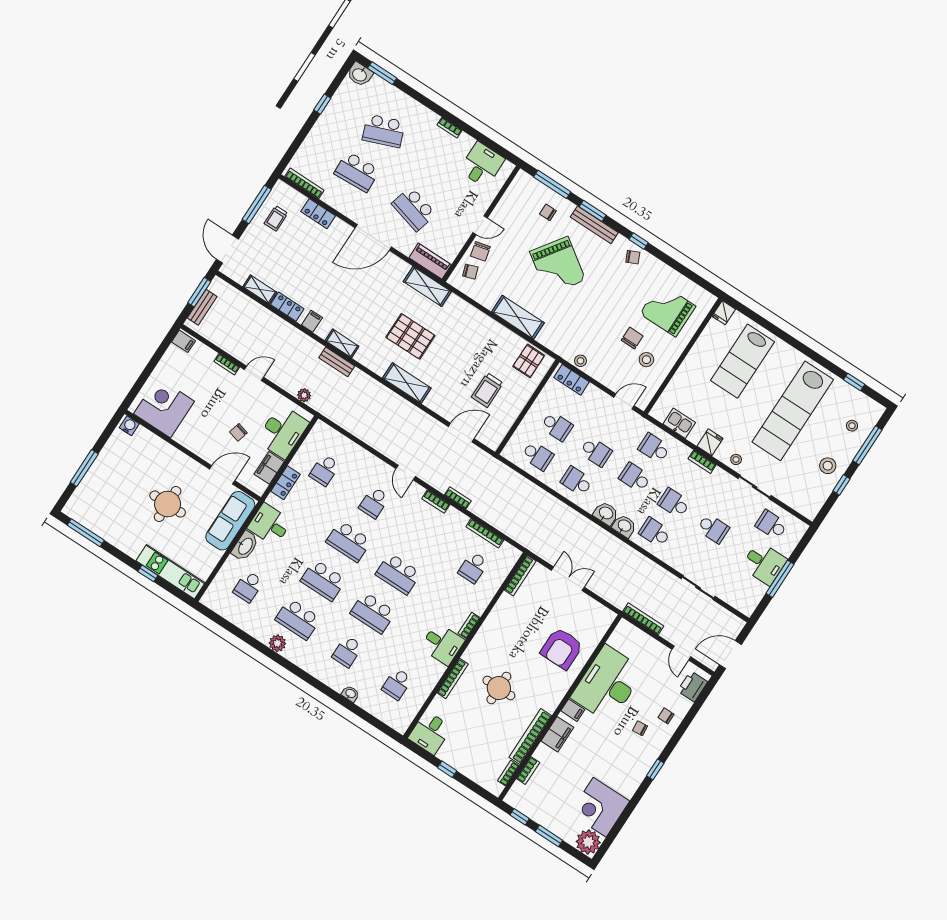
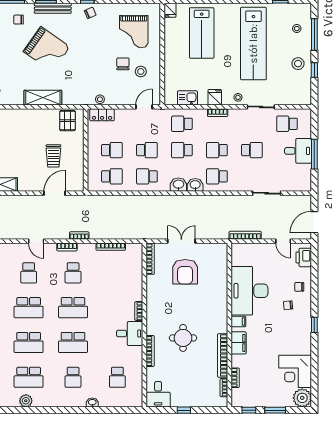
grand piano: (668, 310) -> (134, 32), turned -90
school desk: (473, 567) -> (73, 273), moved
armchair: (562, 649) -> (185, 272), moved

